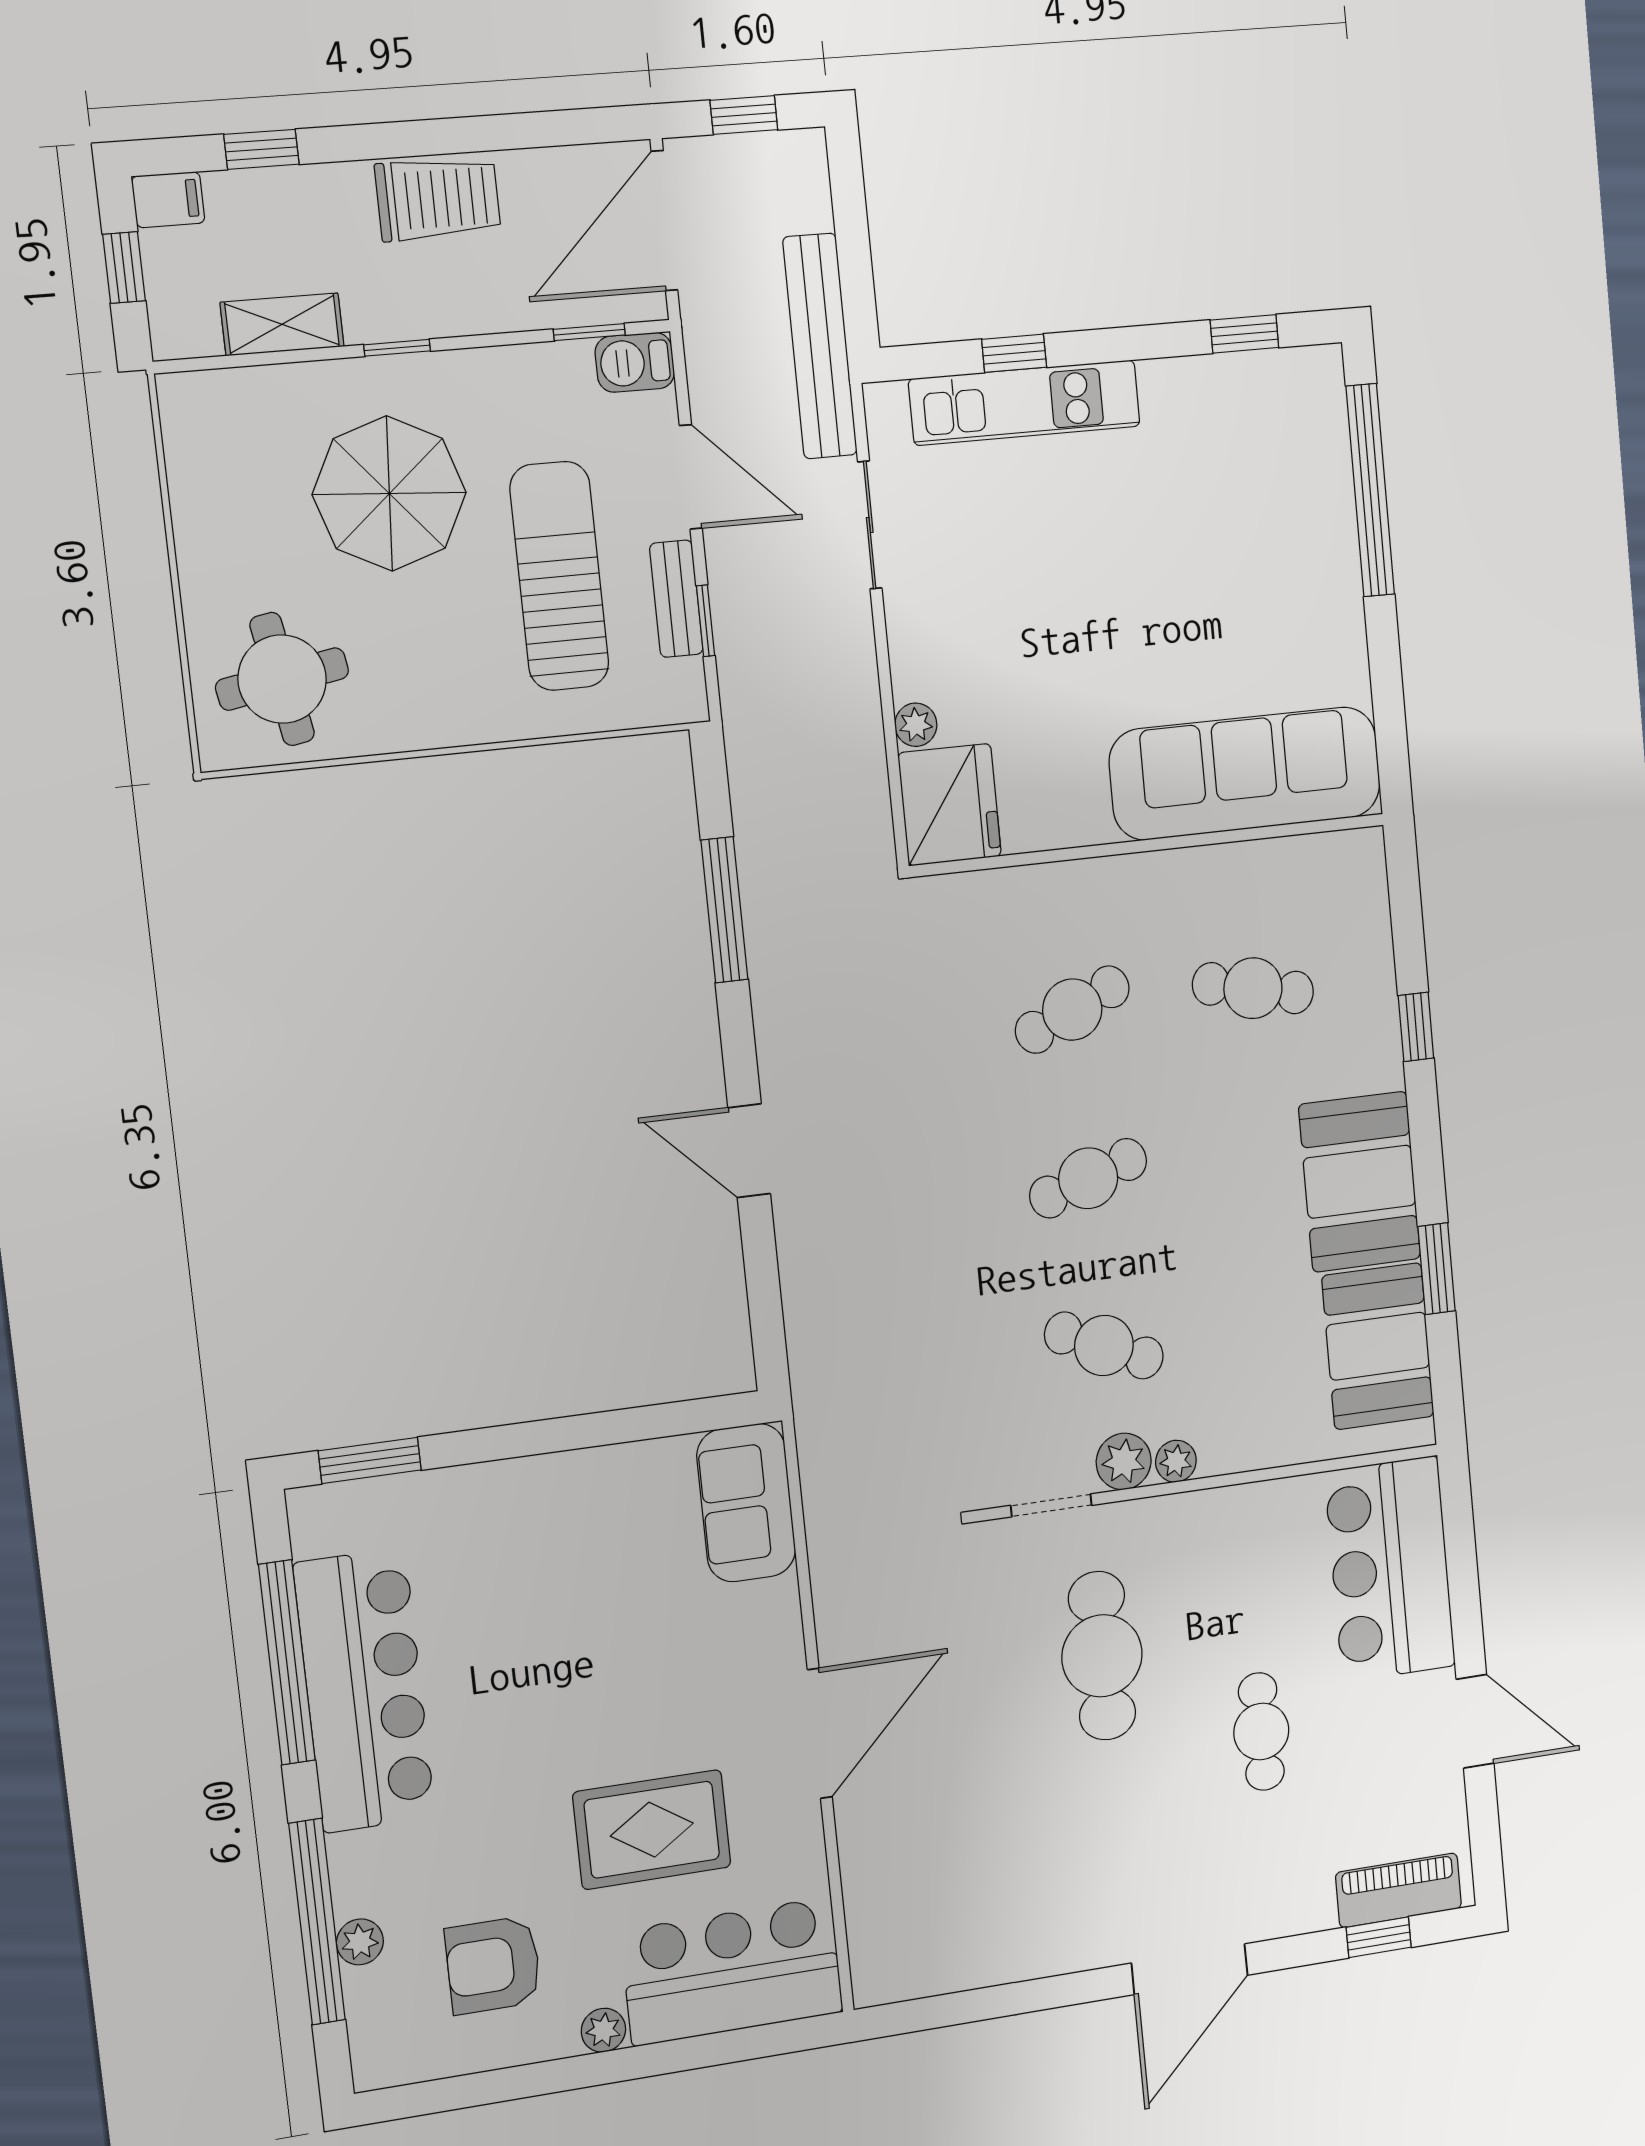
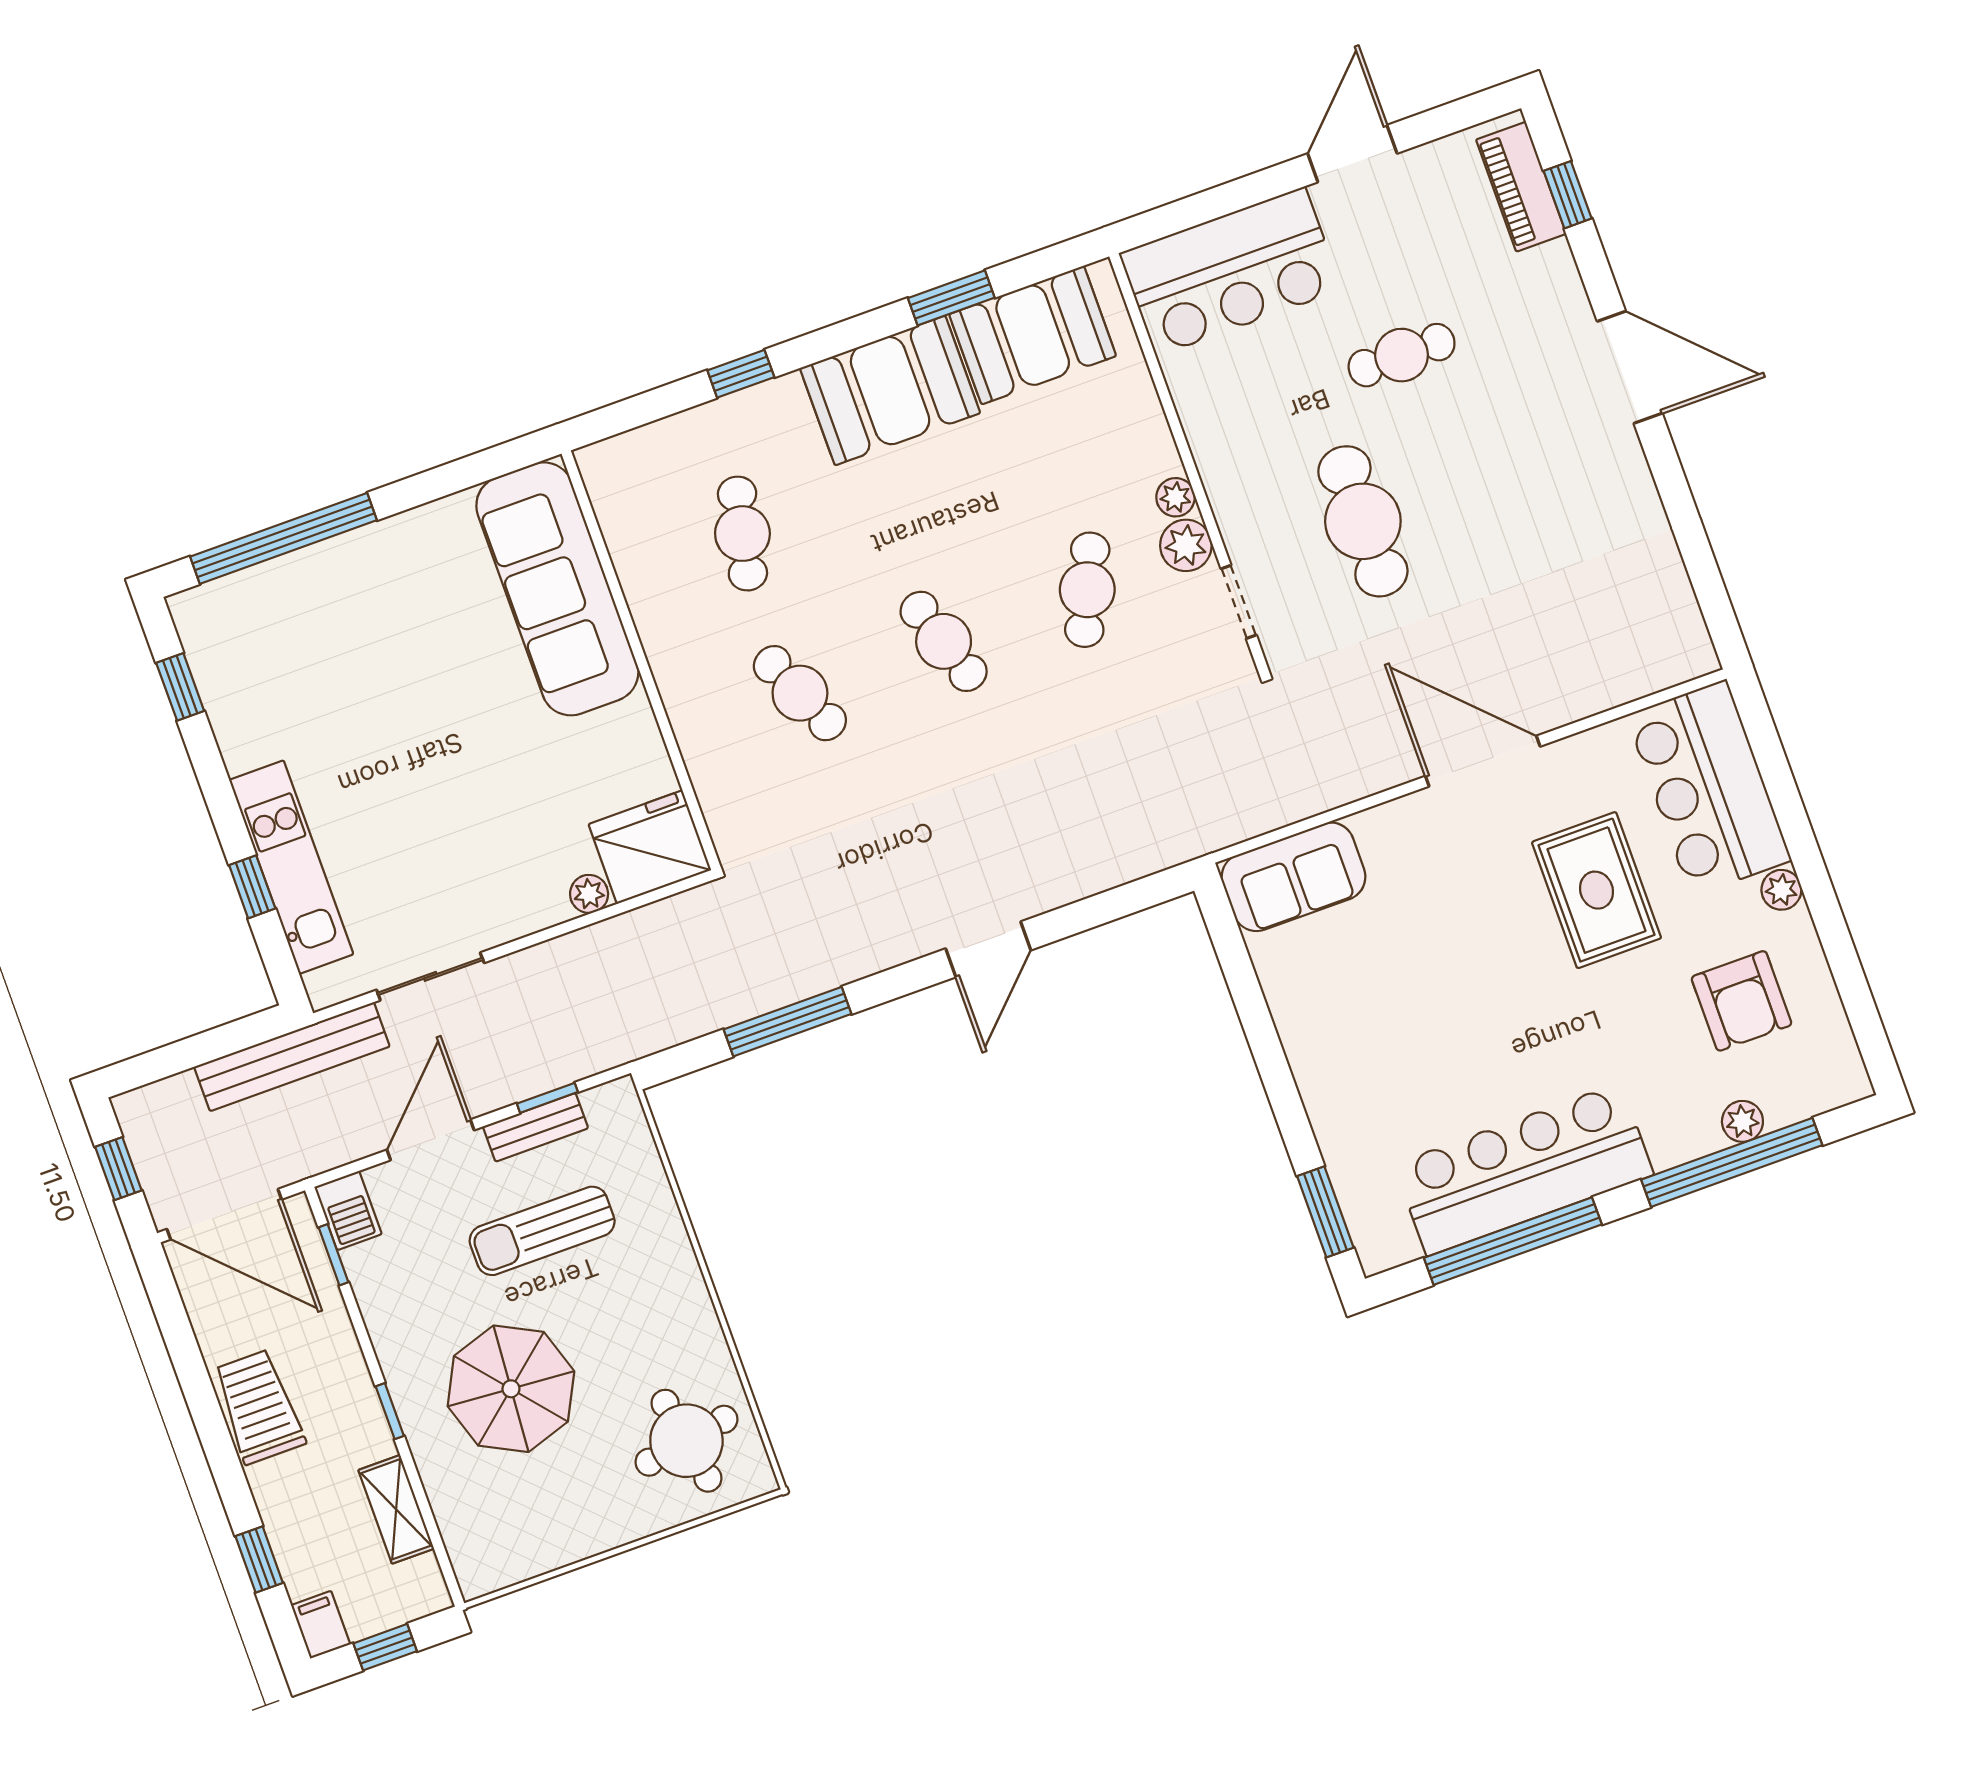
sun lounger: (559, 576) -> (542, 1231), width x0.73, depth x0.75
cafe table: (1102, 1656) -> (1363, 521), turned 90

